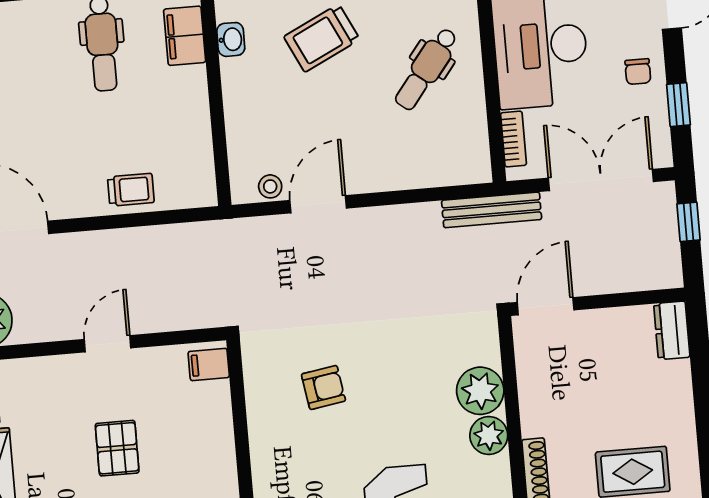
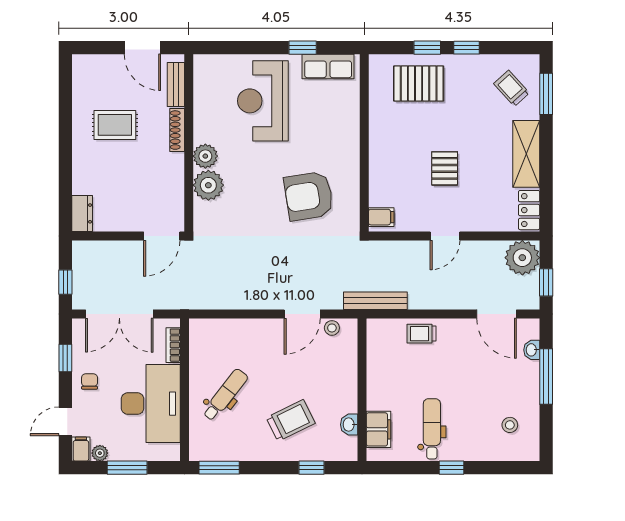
bench: (492, 210) -> (375, 301), moved
armchair: (323, 387) -> (309, 196), width x1.88, depth x1.88

